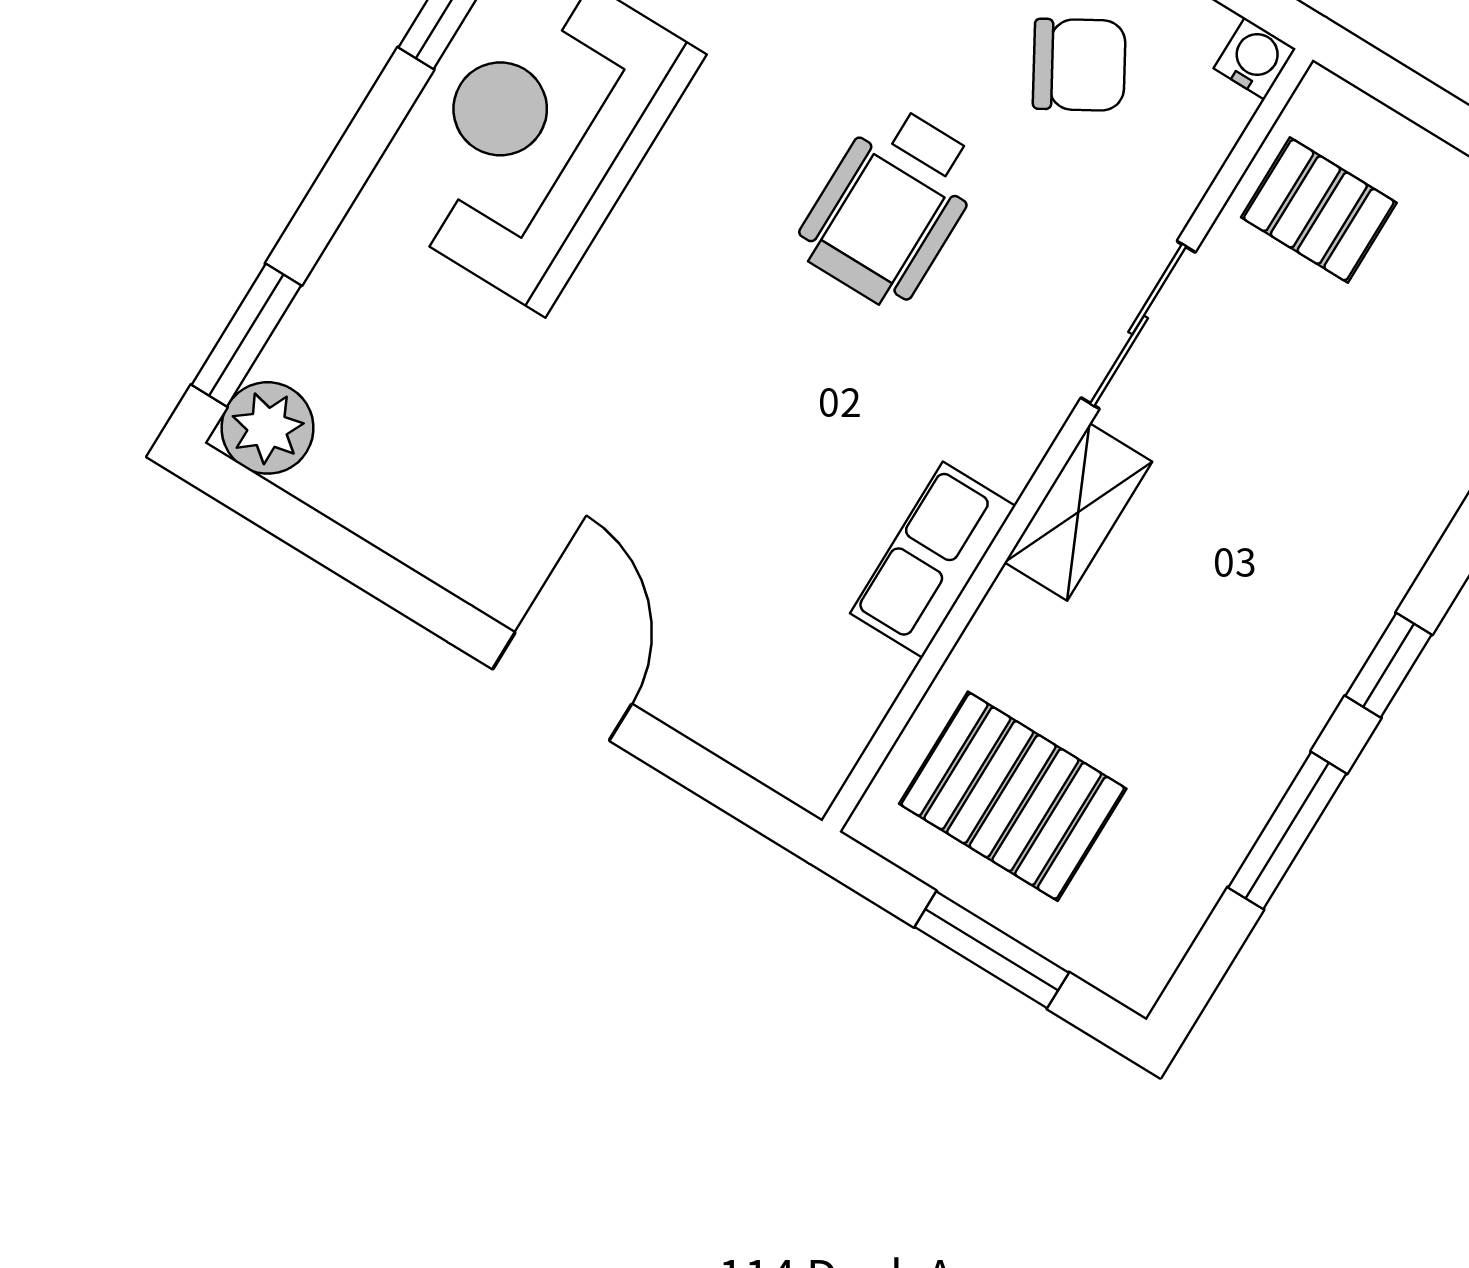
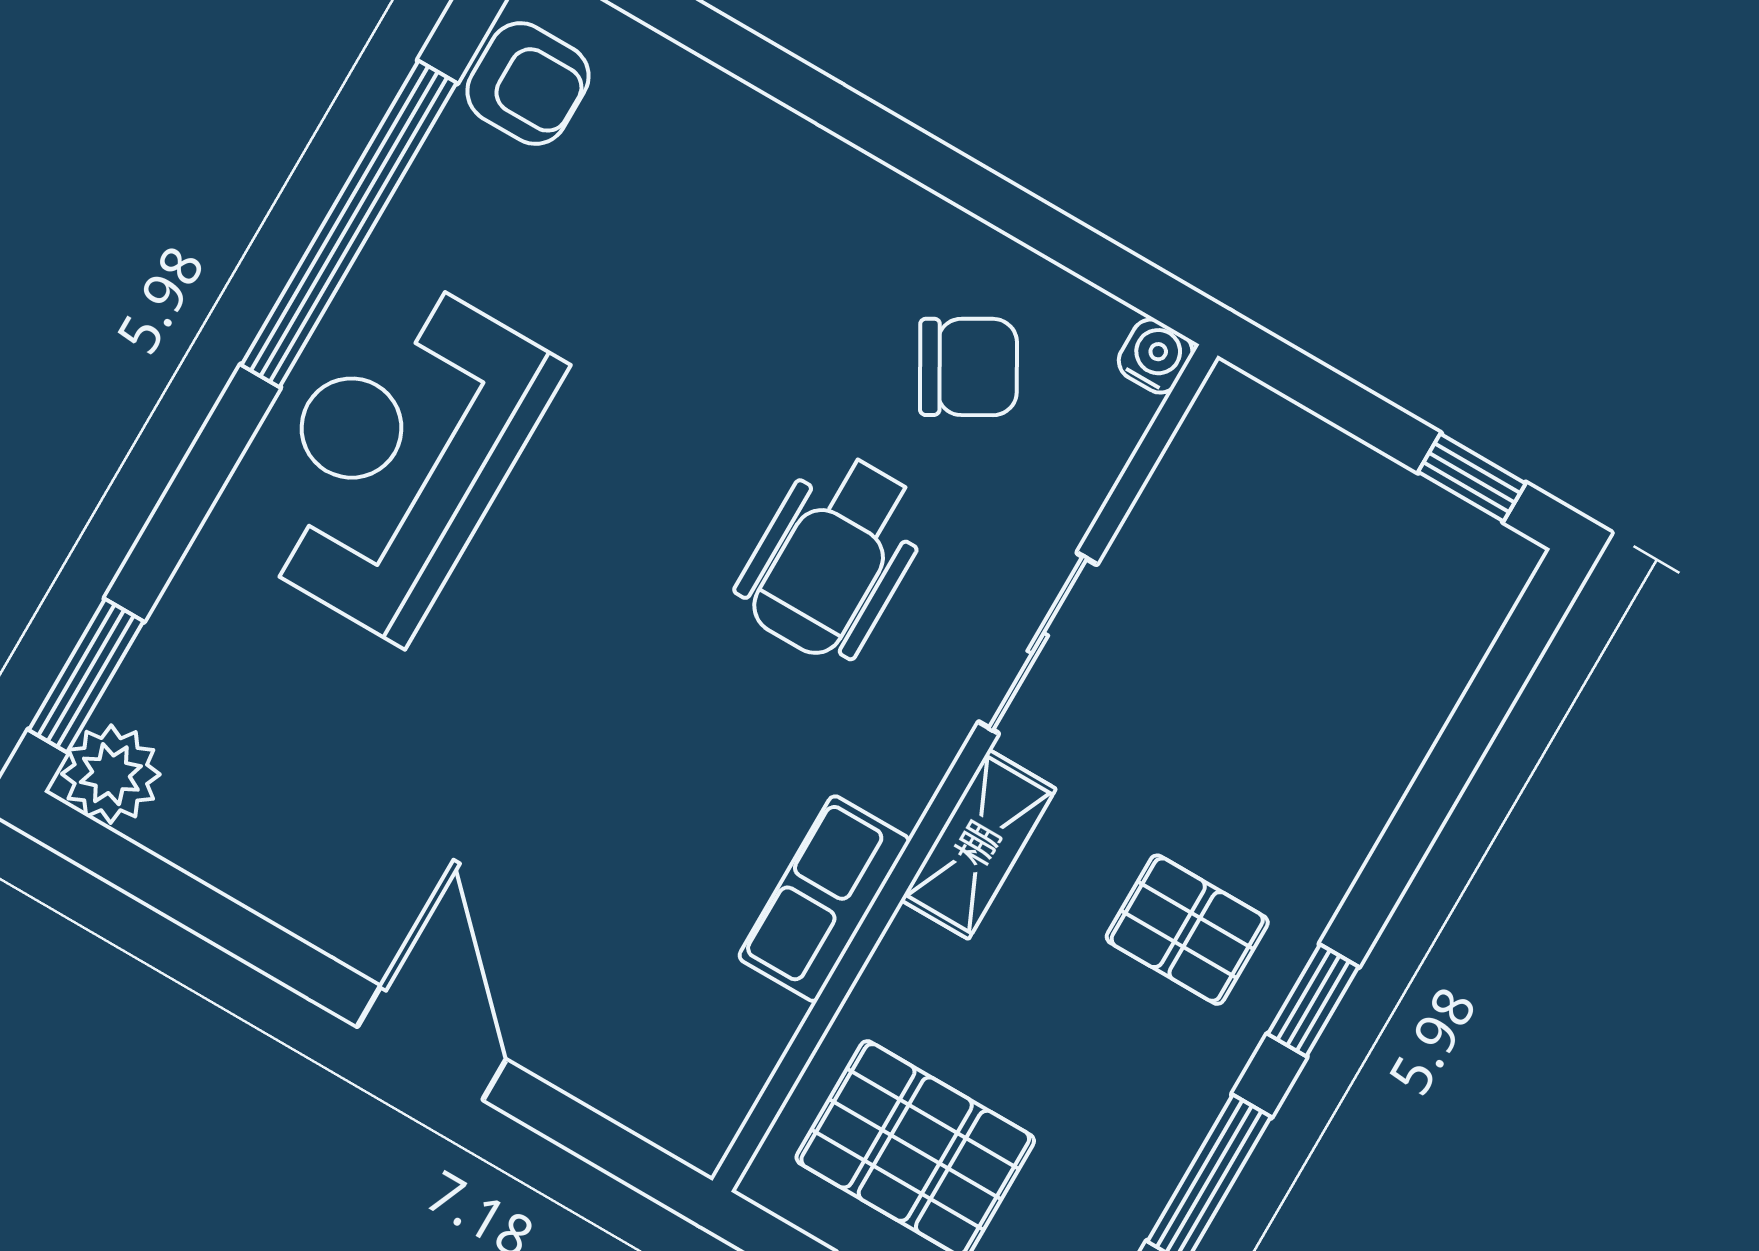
wheelchair: (890, 206) -> (833, 556), moved
pallet: (1319, 210) -> (1187, 930), moved

